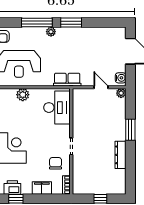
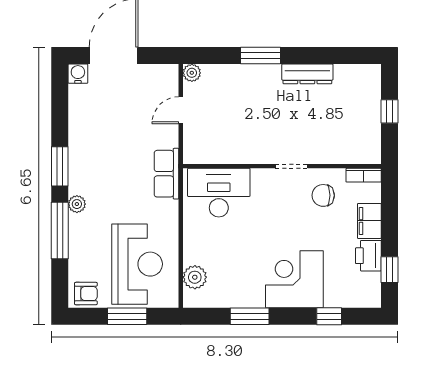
water cooler: (121, 78) -> (78, 74), moved
plant: (23, 95) -> (195, 277), moved
printer: (12, 187) -> (368, 256), moved

